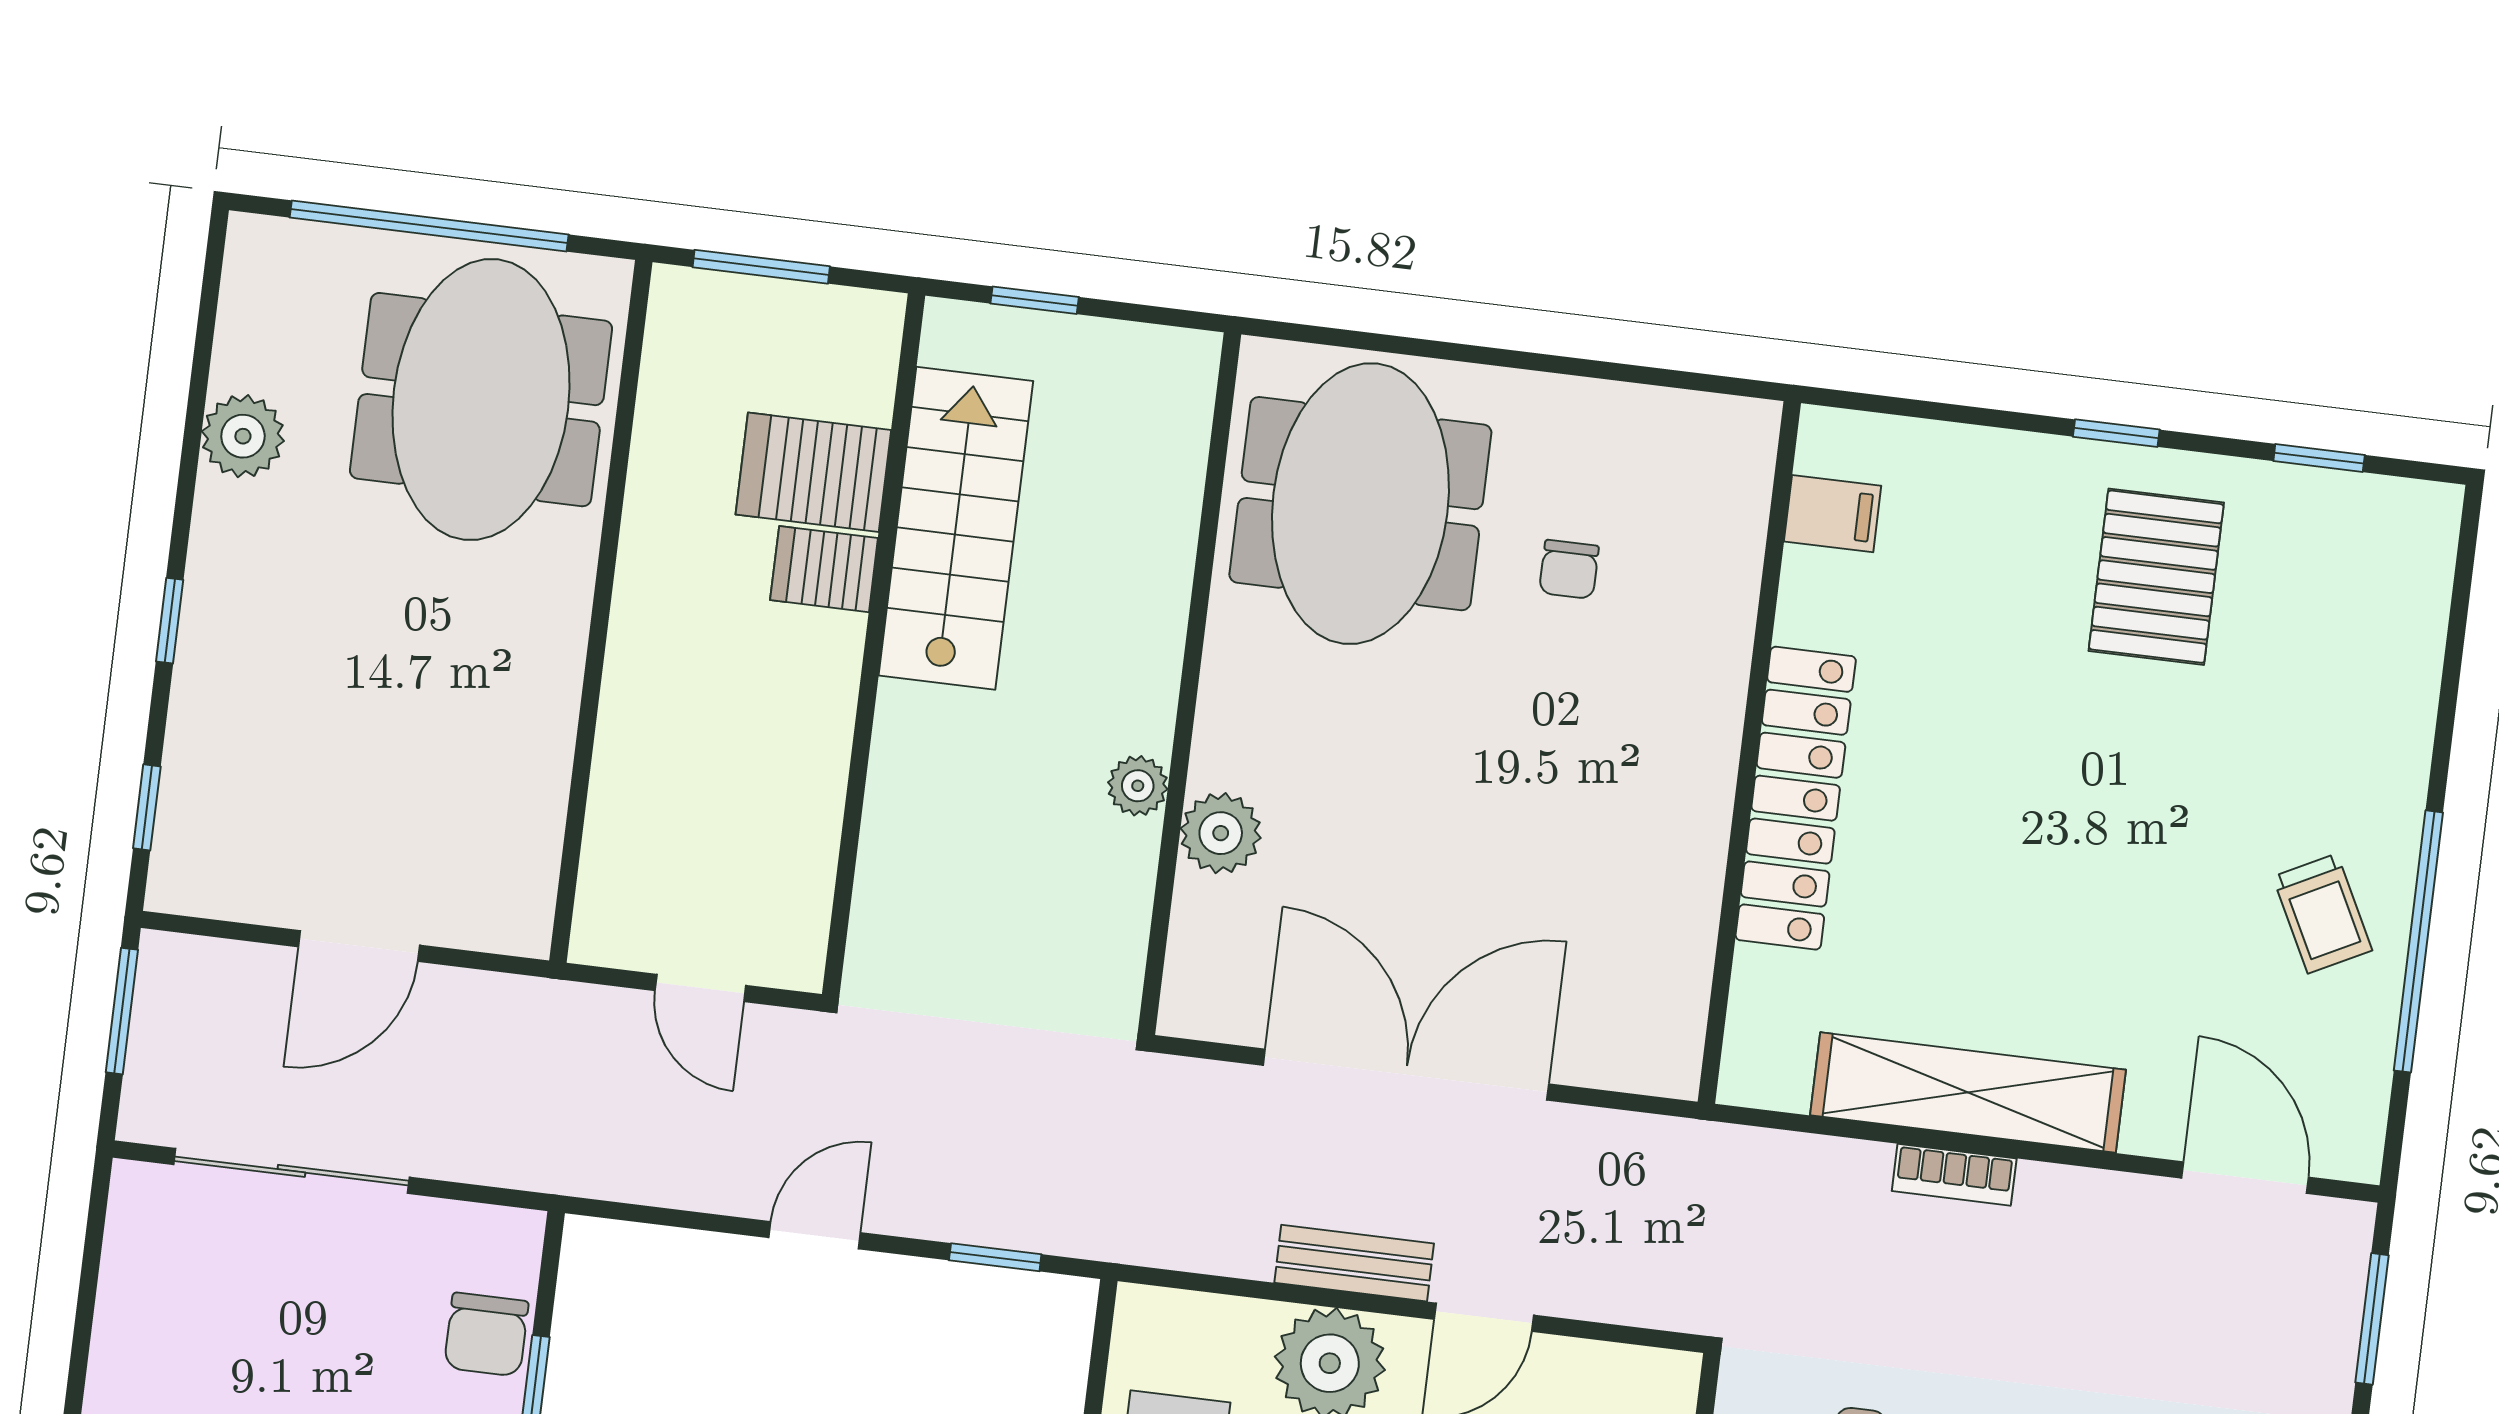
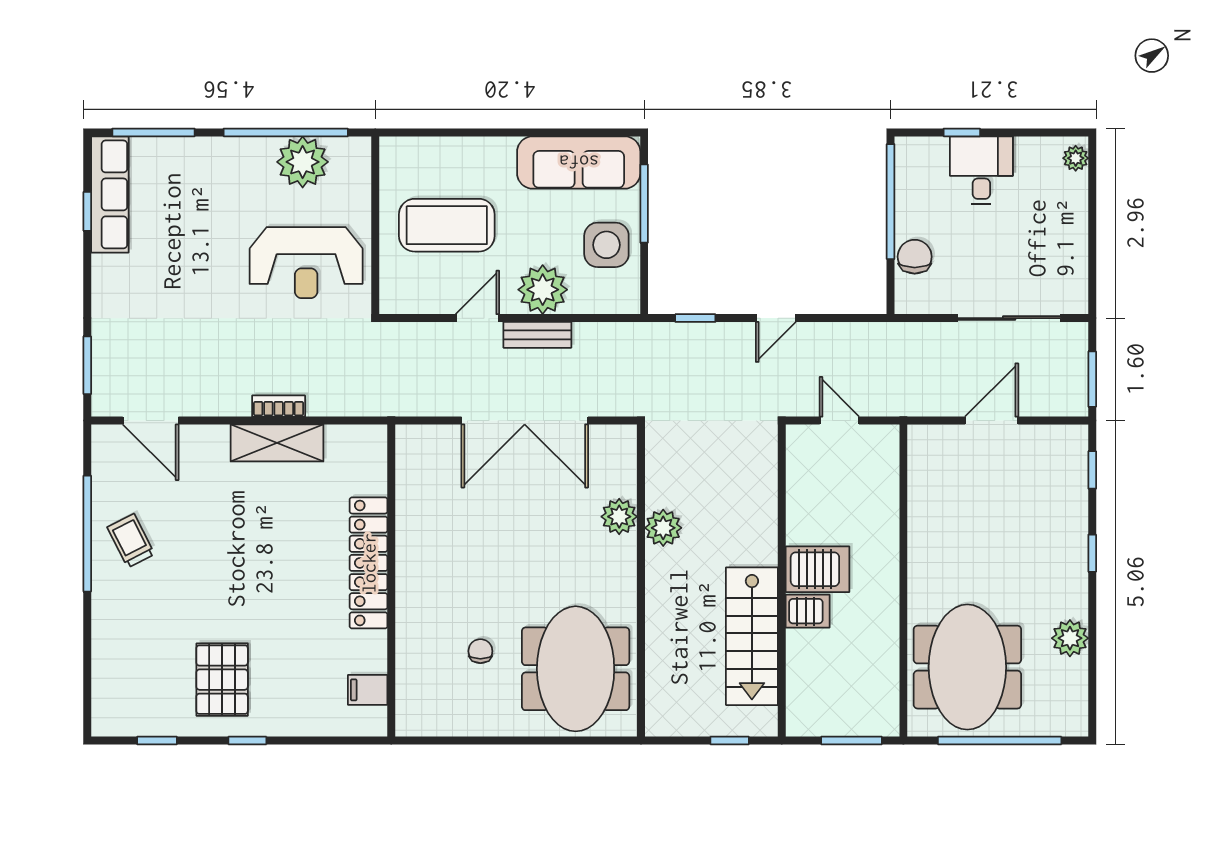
server rack: (813, 472) -> (818, 569), moved
plant: (1138, 786) -> (663, 528), width x1.38, depth x1.38
shelving: (1968, 1093) -> (277, 443), width x0.68

